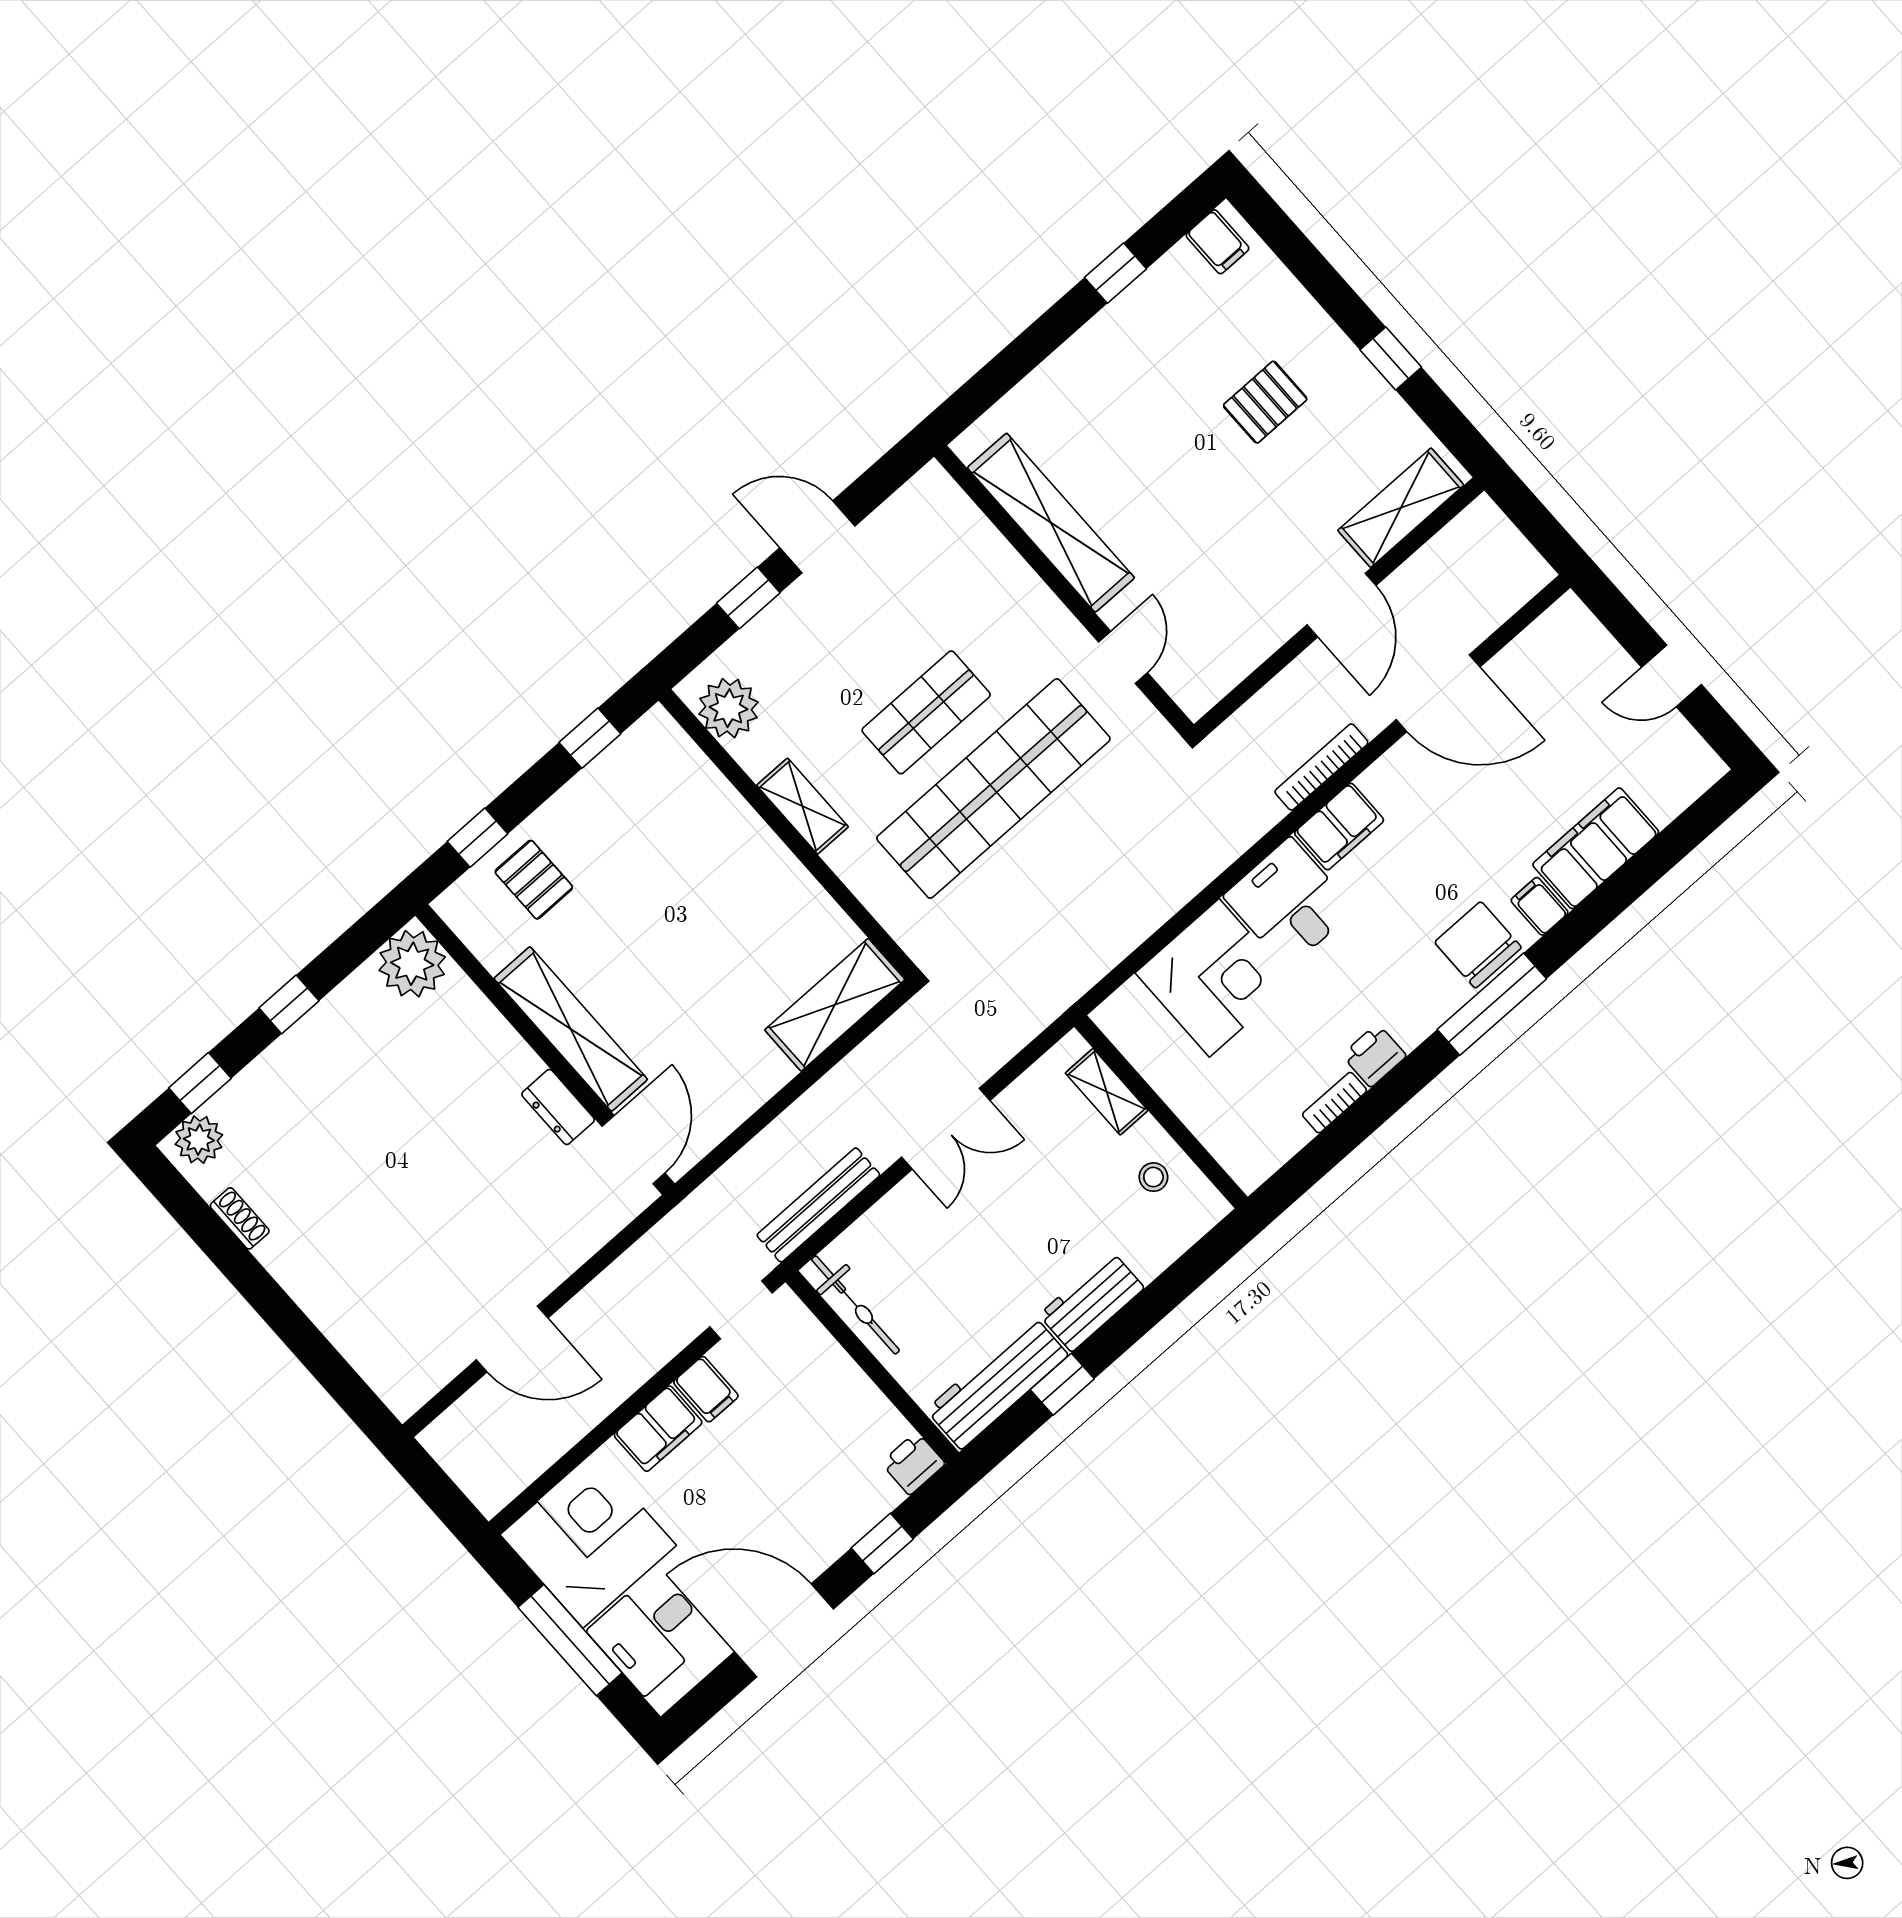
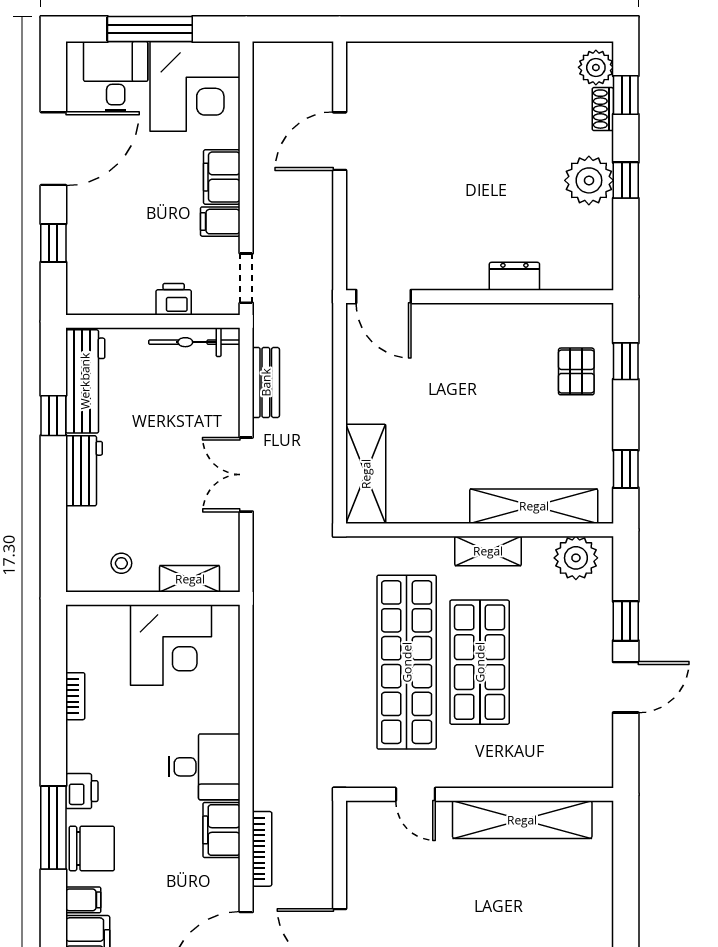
shop shelf: (926, 712) -> (480, 662), width x1.43, depth x1.36
pallet: (534, 880) -> (576, 371), turned 90
plant: (412, 964) -> (589, 180), moved
corner desk: (1214, 978) -> (171, 645), moved, turned -90
shelving: (571, 1029) -> (534, 506), moved
printer: (1374, 1055) -> (82, 791), moved
dresser: (558, 1107) -> (514, 276), moved
bench: (818, 1205) -> (266, 382), width x0.73
shoe rack: (240, 1218) -> (603, 109), moved, turned 90
printer: (913, 1463) -> (174, 299), moved, turned -90

